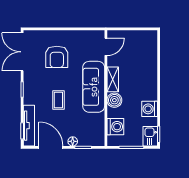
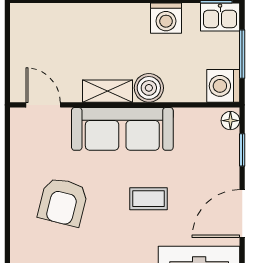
armchair: (57, 57) -> (63, 202), turned 104
washing machine: (115, 127) -> (223, 86), moved, turned -90
floor lamp: (73, 141) -> (230, 121), moved

